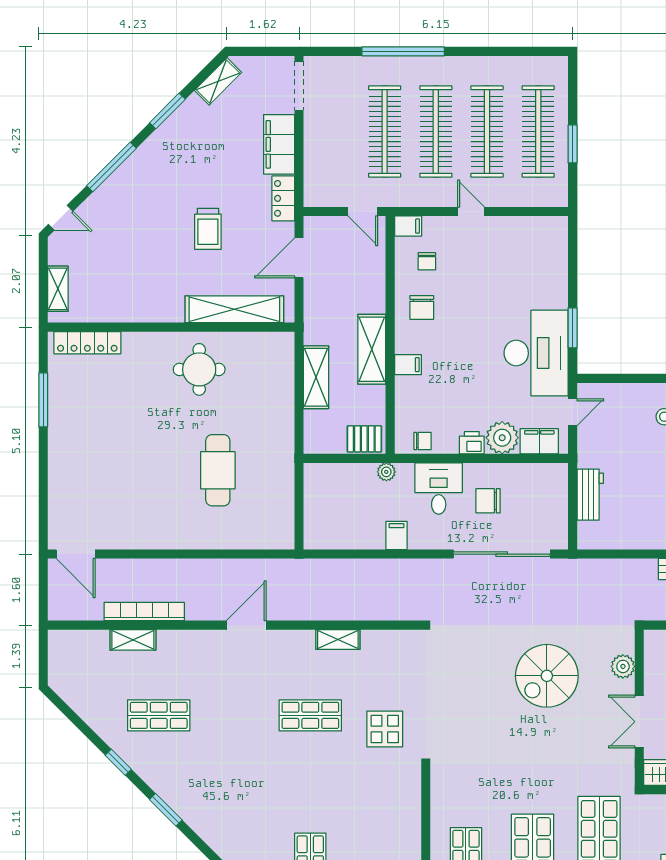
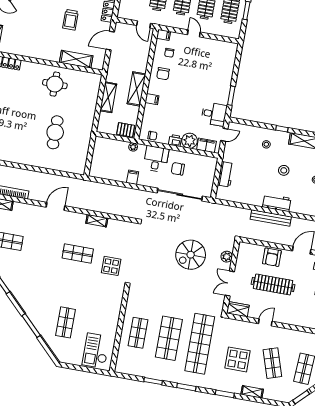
shelving: (234, 309) -> (76, 59), width x0.68
desk: (536, 353) -> (214, 114), width x0.53, depth x0.77

